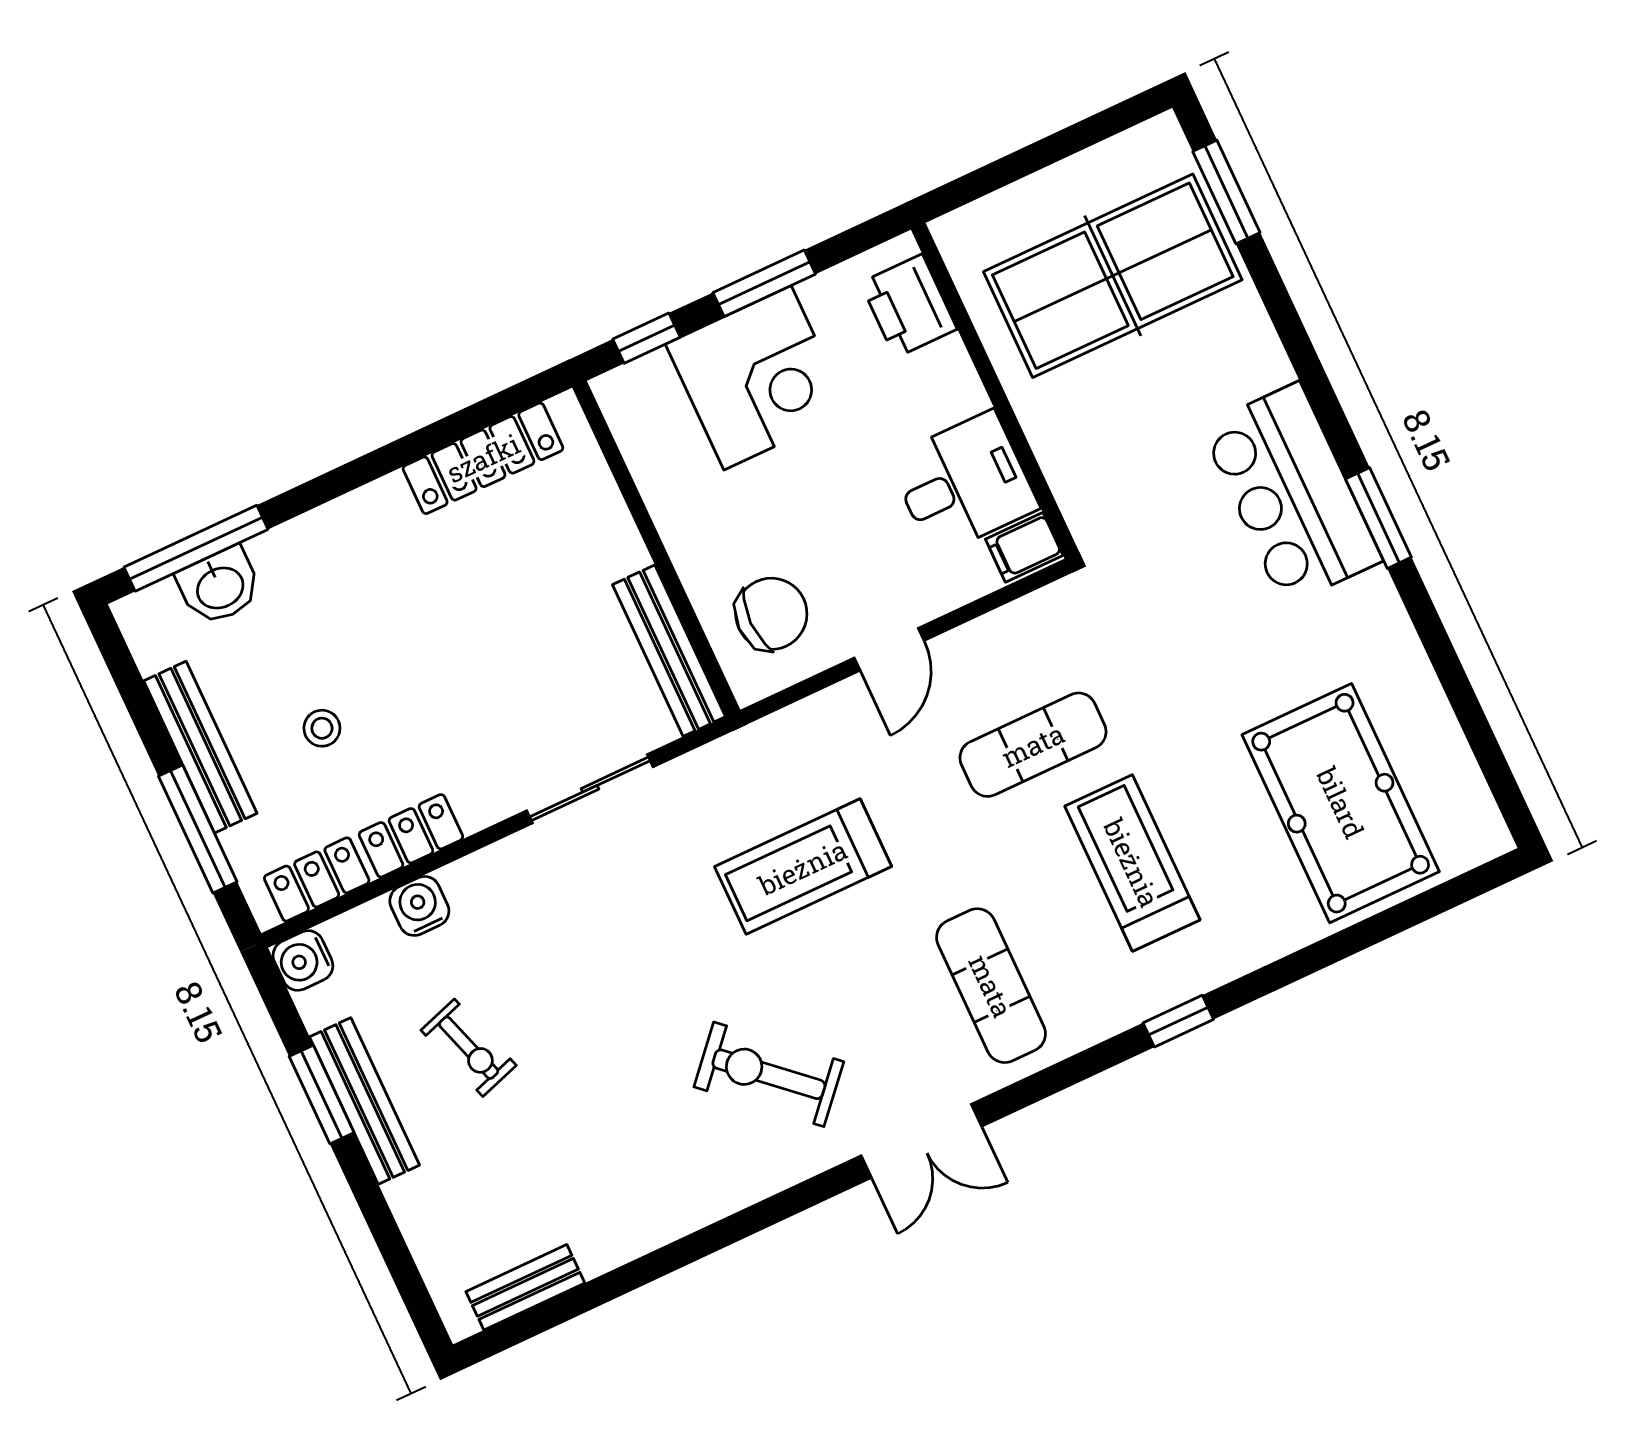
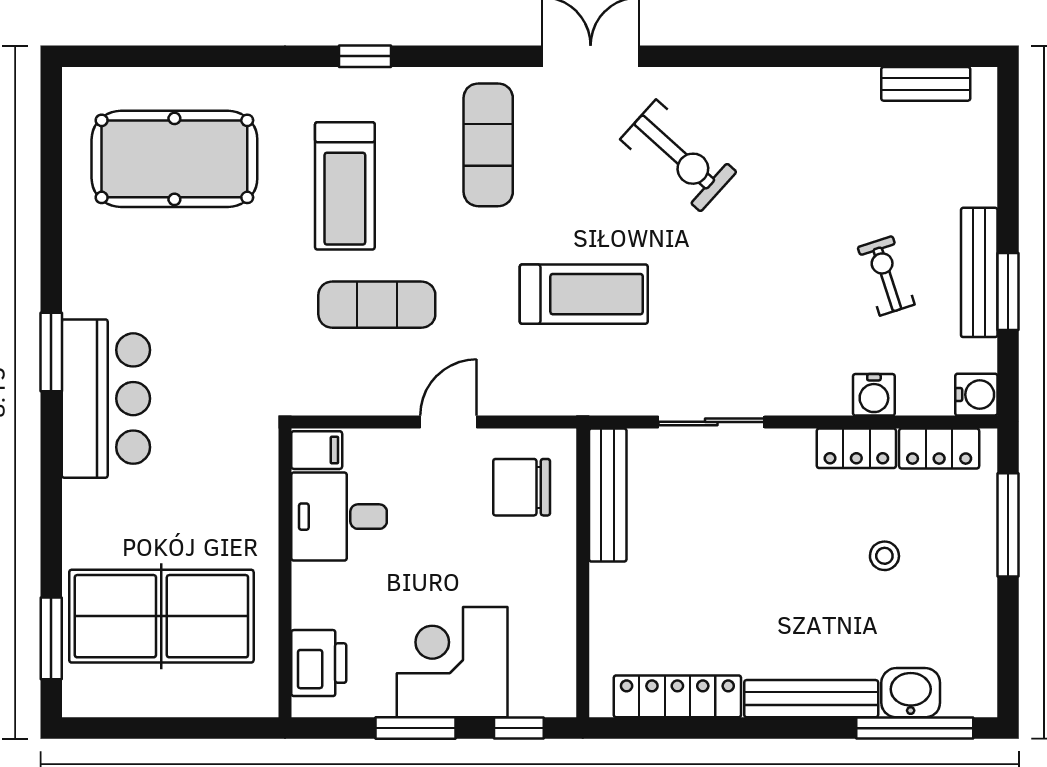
bench: (200, 747) -> (811, 699), moved, turned 90
pool table: (1341, 803) -> (174, 159), turned 90

